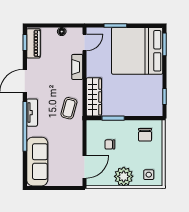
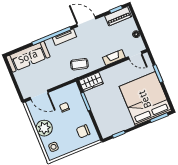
wardrobe: (94, 97) -> (91, 82), width x0.67

